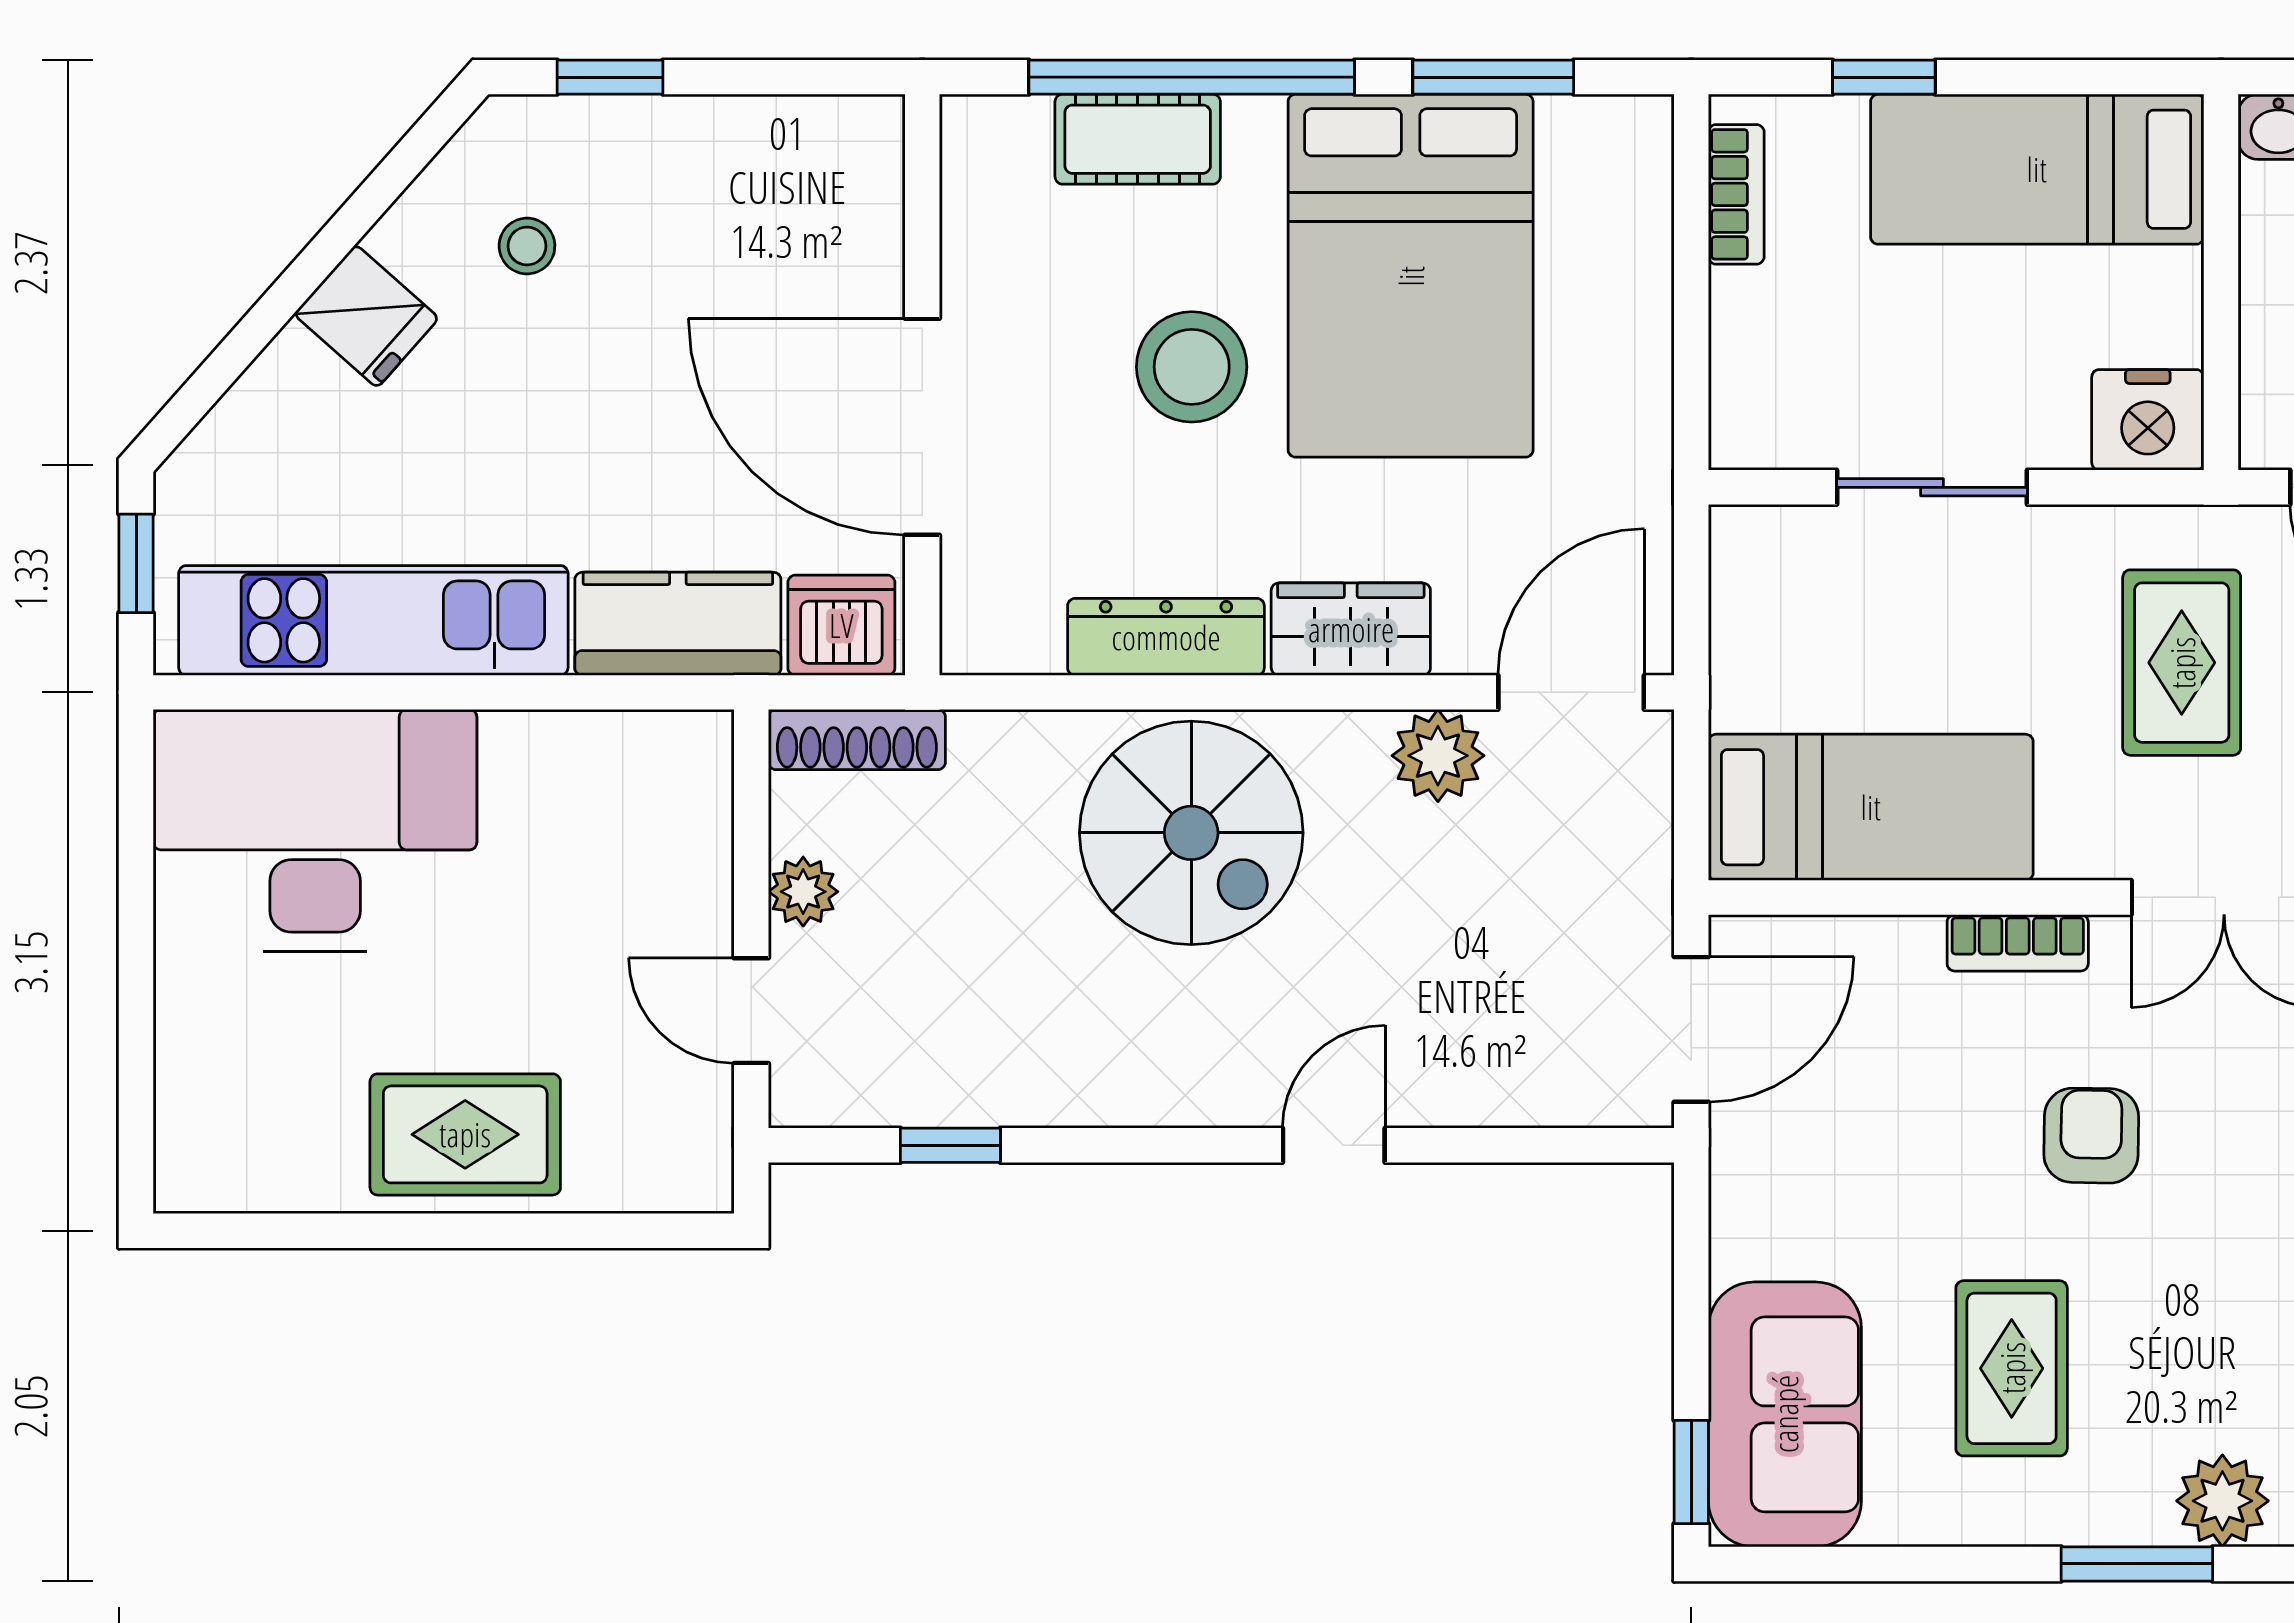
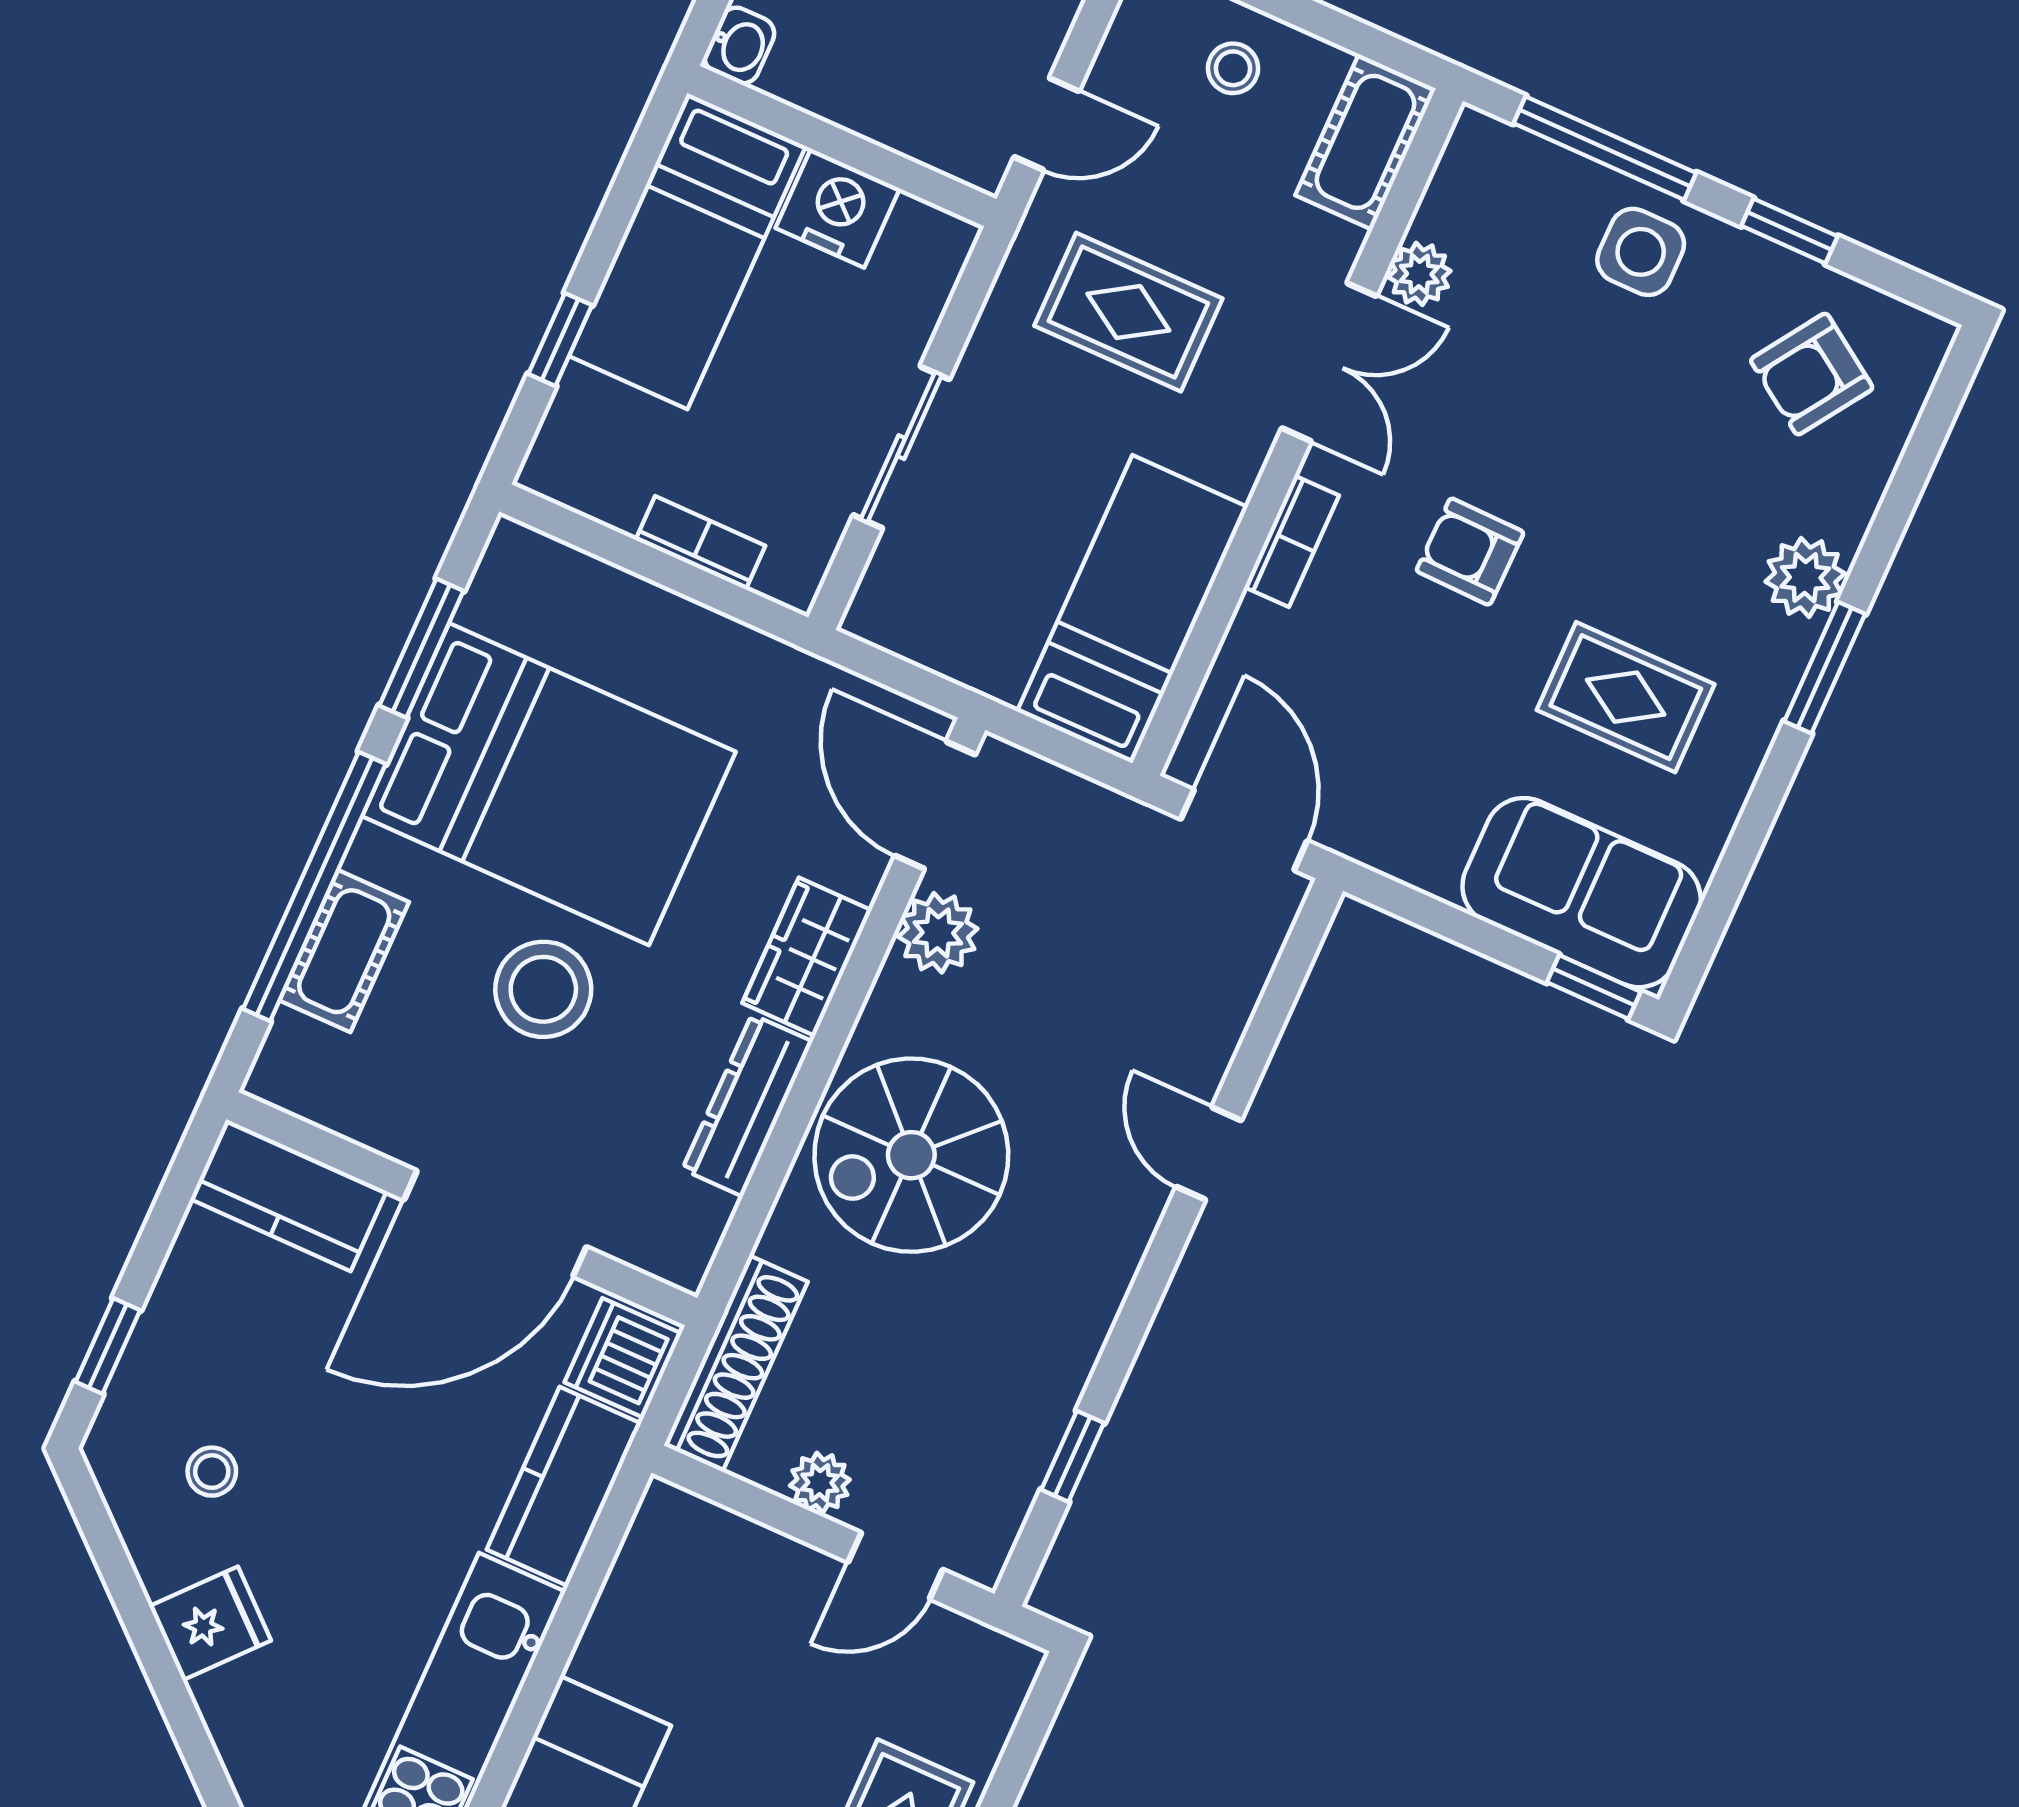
bookcase: (1736, 194) -> (700, 543), moved
kitchen counter: (854, 196) -> (288, 1195), added
nightstand: (2148, 420) -> (838, 208), moved, turned -90
shoe rack: (857, 740) -> (736, 1363), width x1.36, depth x1.24
spiral stairs: (1191, 833) -> (911, 1155), turned 180

